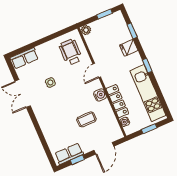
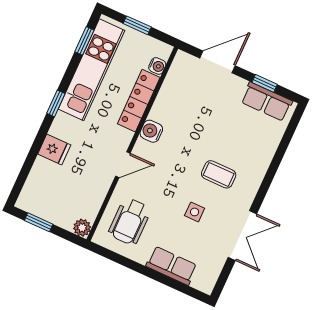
window: (132, 31) -> (84, 41), moved
row of seats: (24, 58) -> (171, 266), moved
coffee table: (86, 119) -> (219, 174), moved

